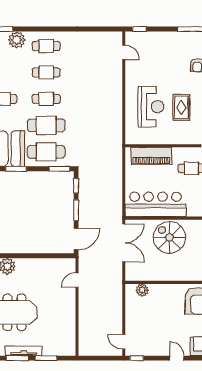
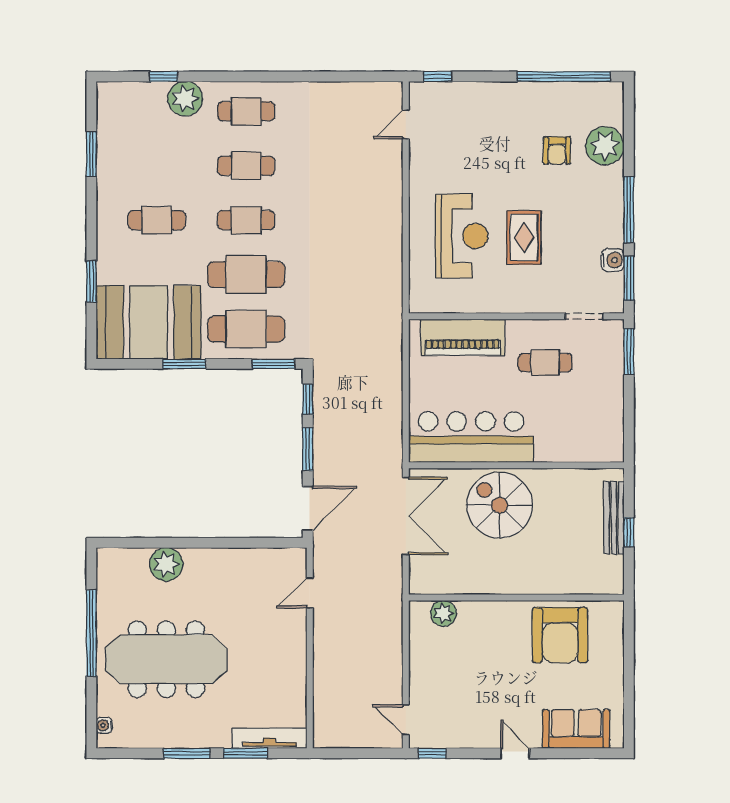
door: (124, 52) -> (406, 124), swing flipped
tv unit: (24, 351) -> (269, 738), moved

